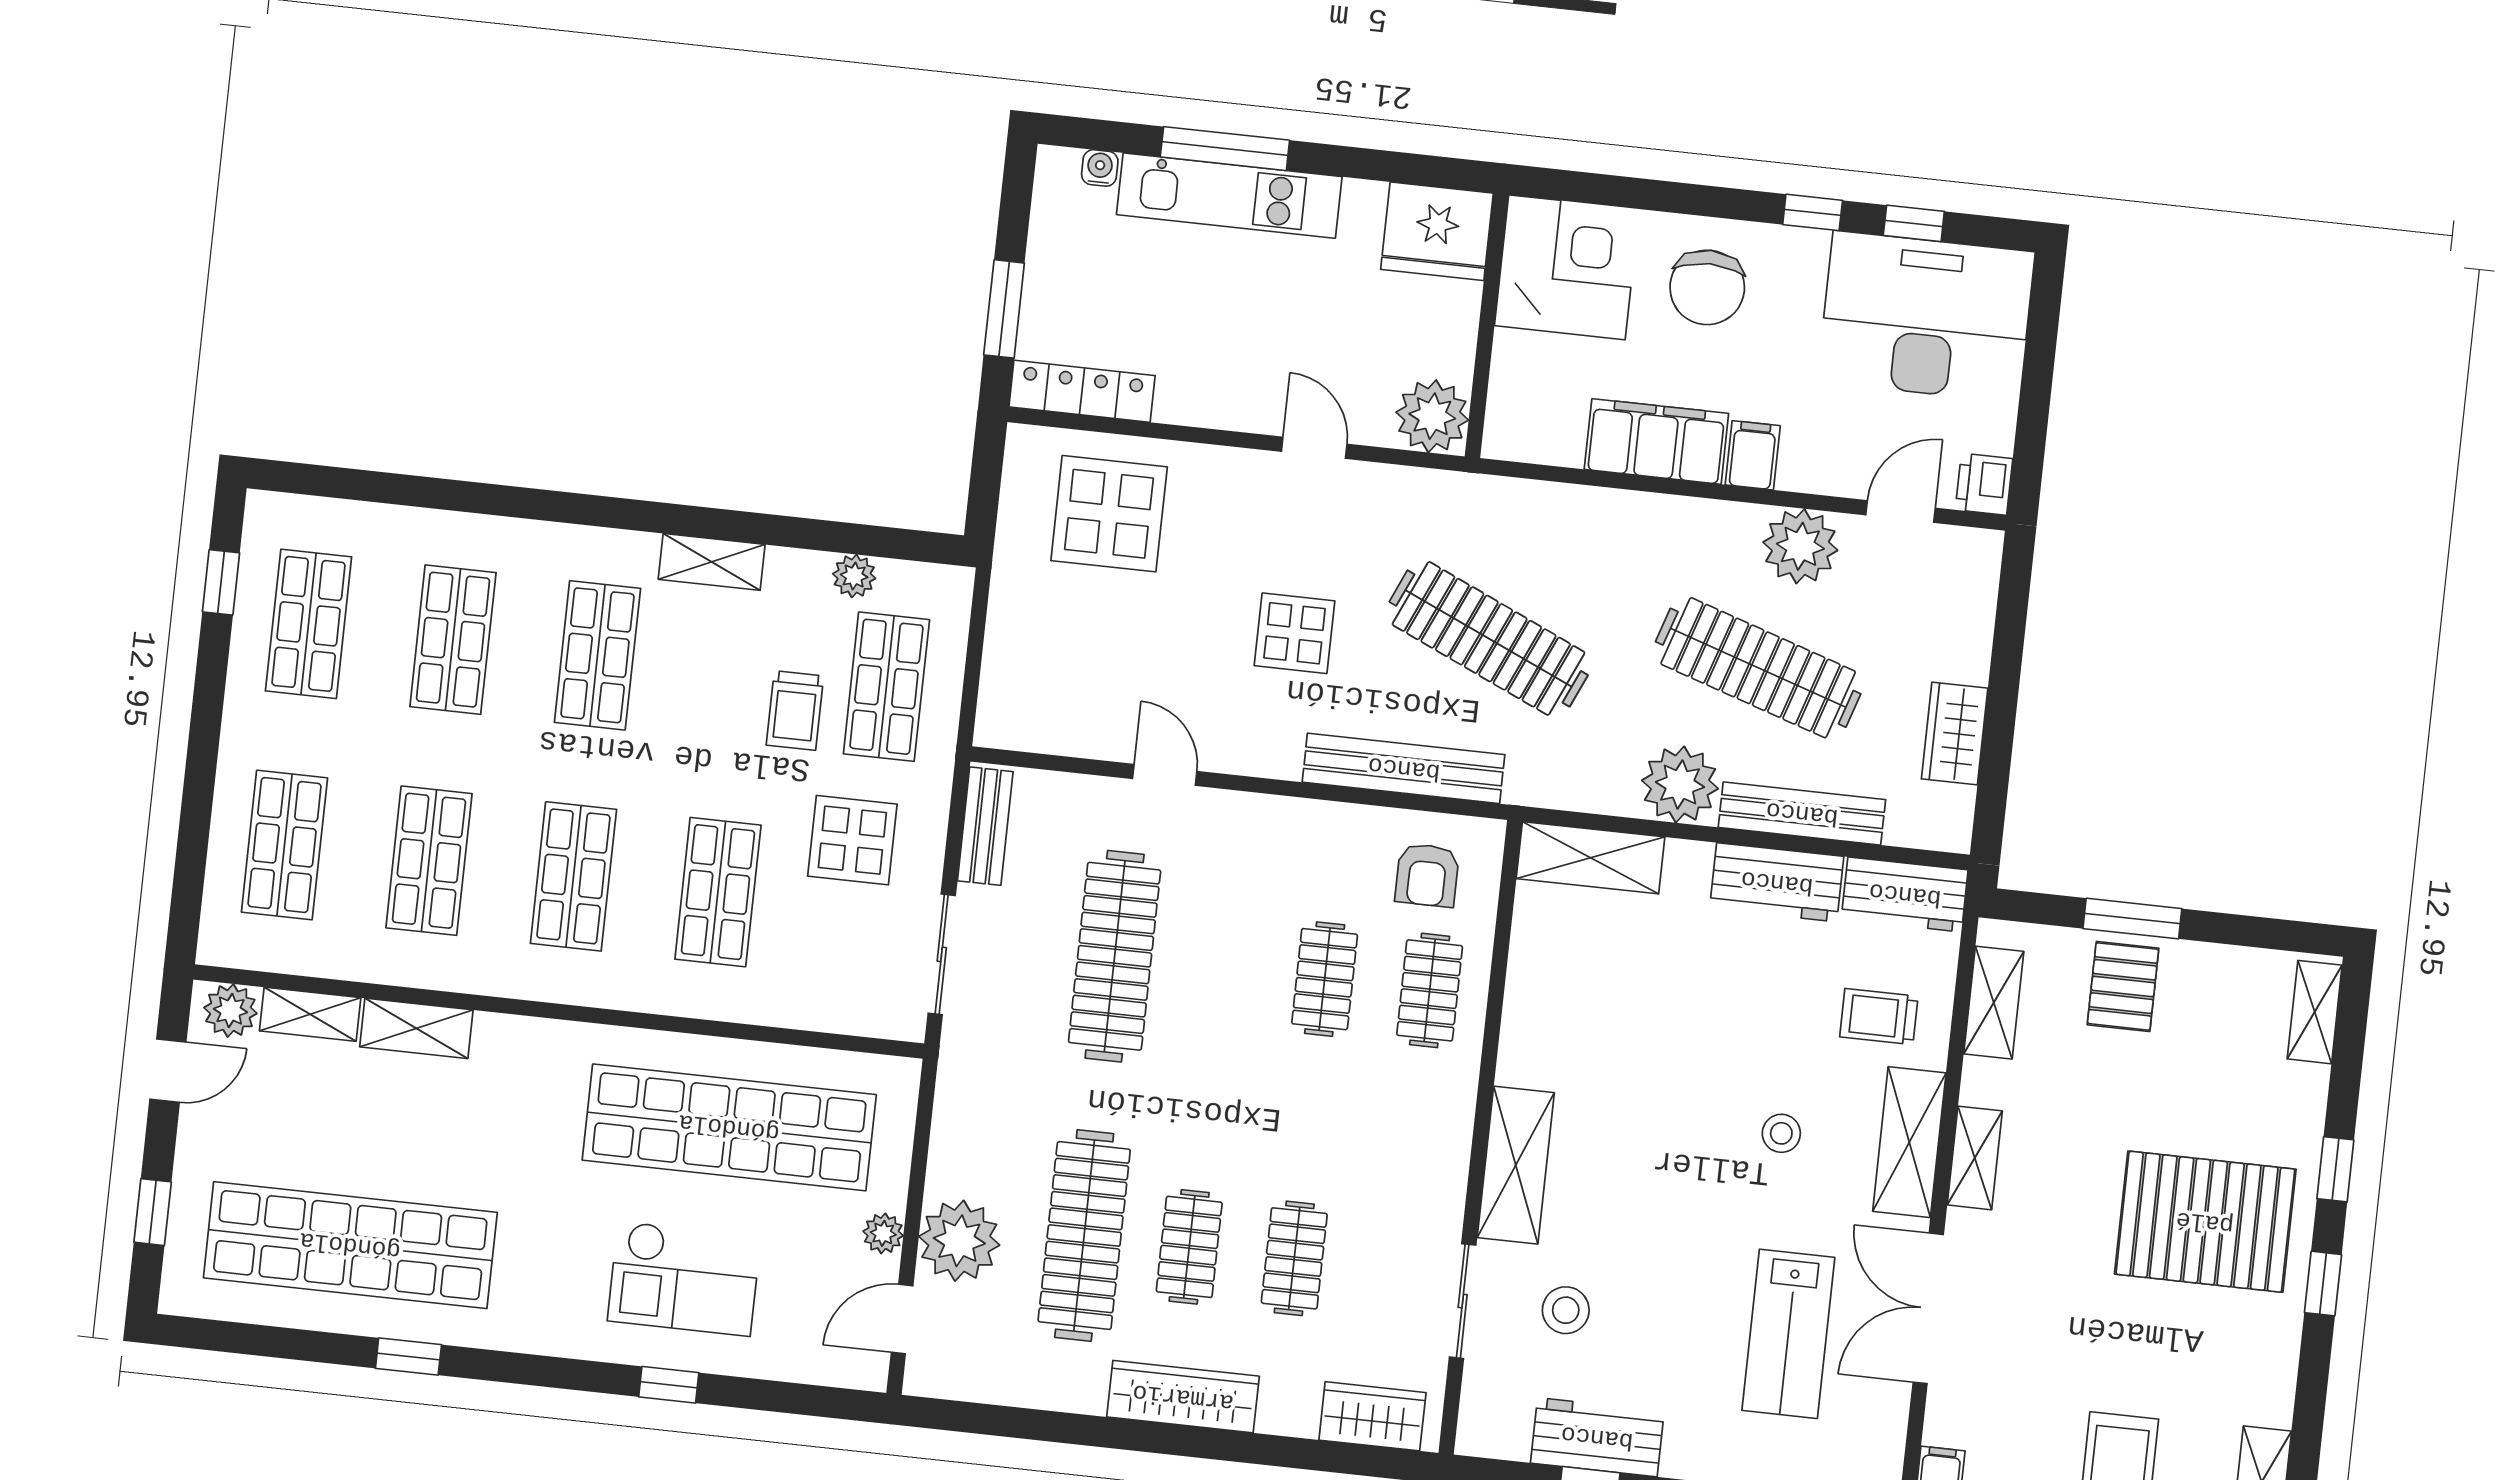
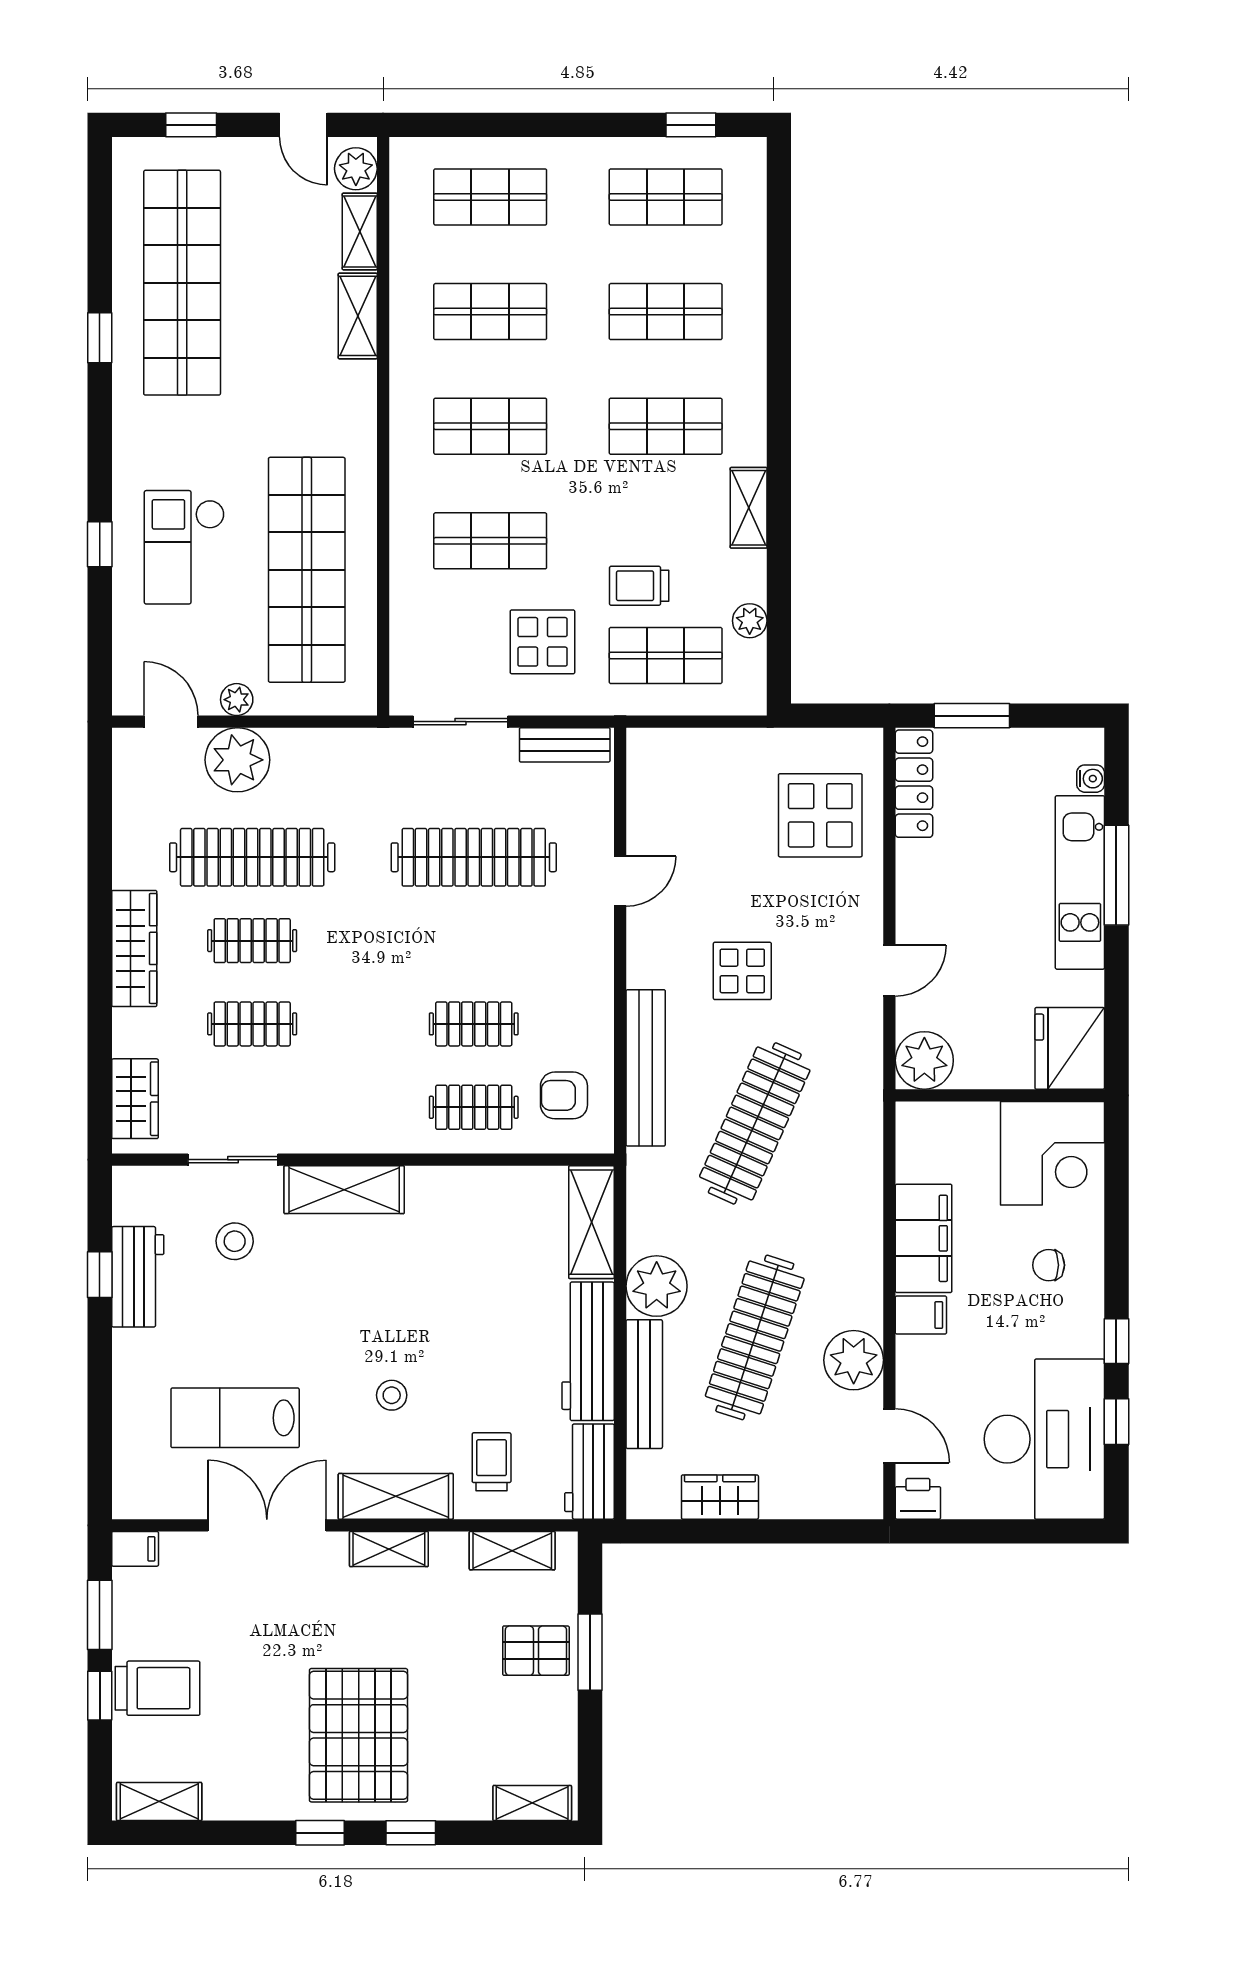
chair: (1707, 287) -> (1049, 1265), width x0.54, depth x0.54
workbench: (1777, 882) -> (588, 1351), width x1.38

